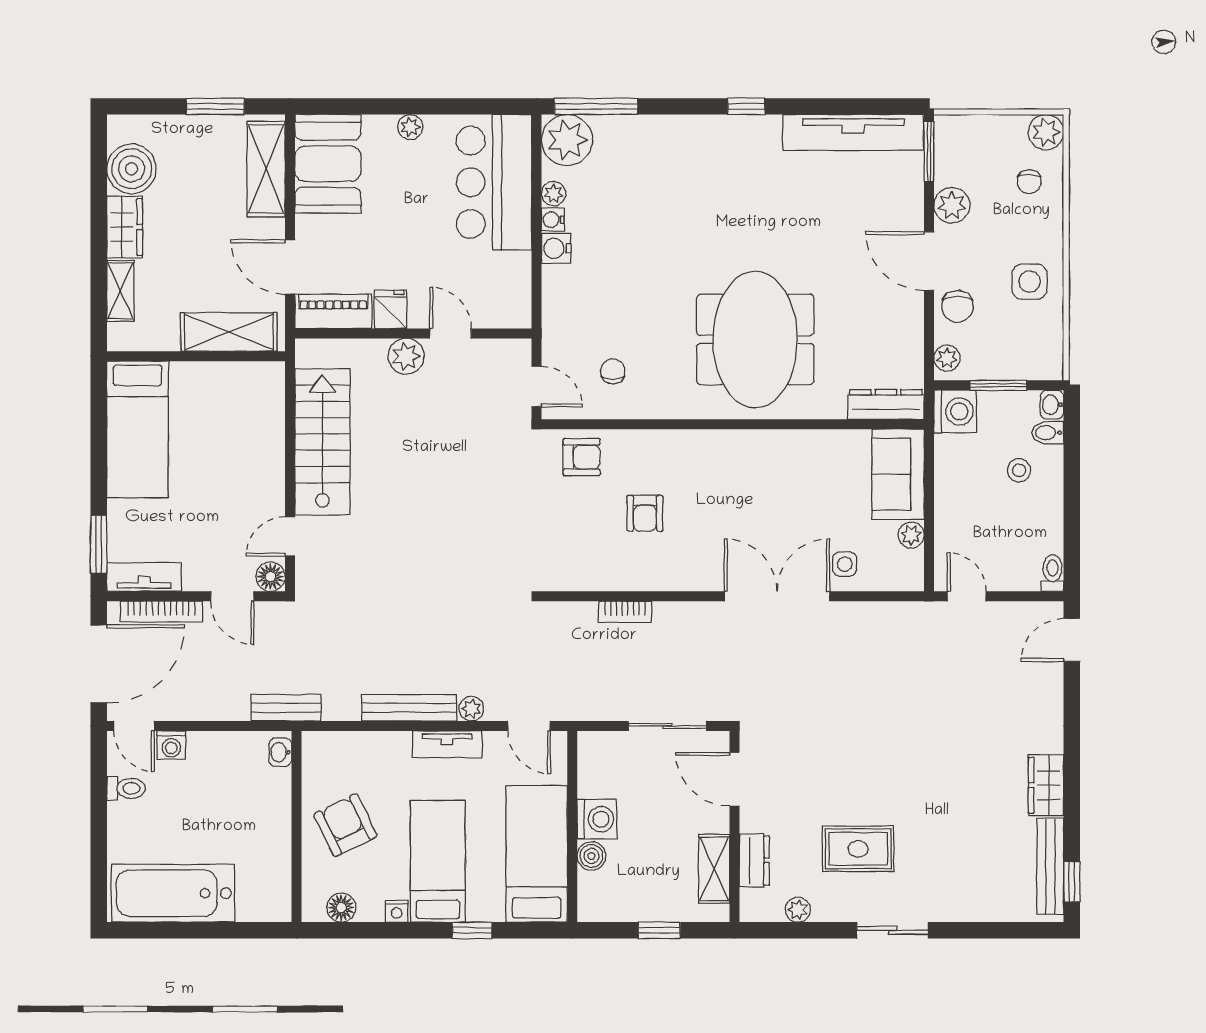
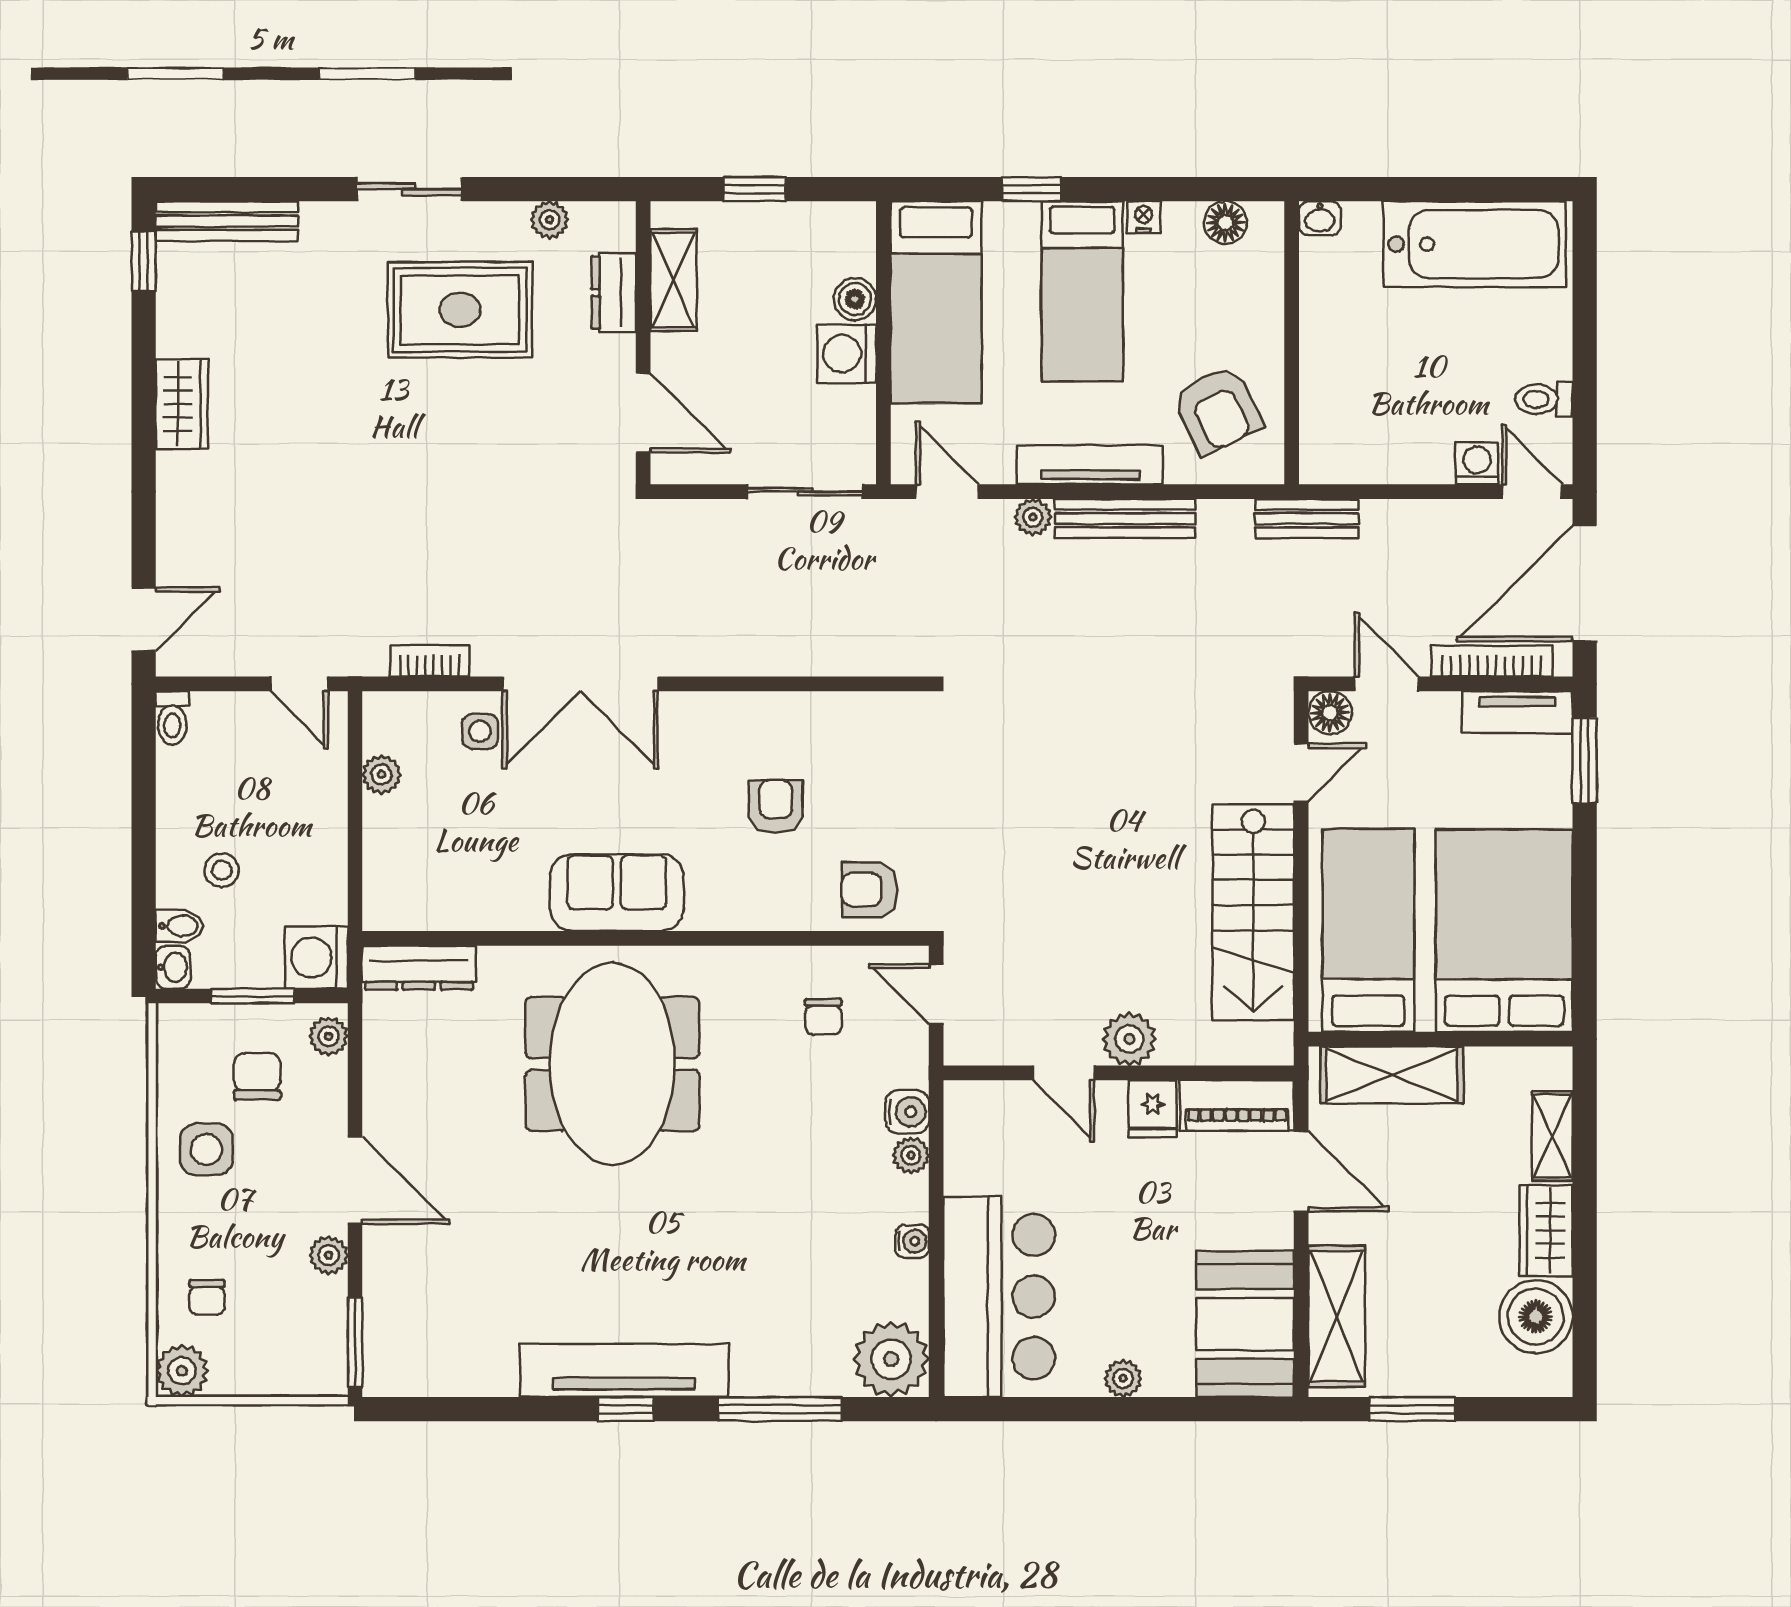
window: (596, 106) -> (780, 1409), moved
tv unit: (853, 132) -> (624, 1370), moved
chair: (1029, 182) -> (207, 1297), turned 180
plant: (554, 194) -> (911, 1155), moved
plant: (952, 205) -> (329, 1255), width x0.73, depth x0.73
water cooler: (556, 248) -> (907, 1112), moved
chair: (958, 306) -> (257, 1076), moved
bed: (138, 429) -> (1504, 931), width x1.50
bed: (245, 430) -> (1368, 930), added
sofa: (898, 474) -> (617, 892), moved, turned -90
bookcase: (625, 612) -> (430, 661), moved
sliding door: (667, 726) -> (805, 492), moved
tv unit: (447, 744) -> (1090, 465), width x1.41
washbasin: (280, 752) -> (1320, 218), moved, turned 90
armchair: (345, 825) -> (1217, 410), moved
rug: (858, 849) -> (460, 310), width x1.36, depth x1.43
bench: (1050, 866) -> (227, 221), moved, turned 90

